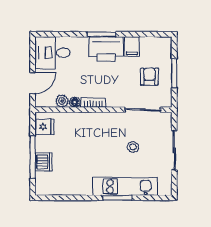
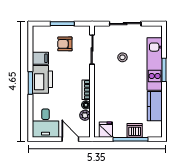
kitchen counter: (73, 186) -> (155, 106), added

